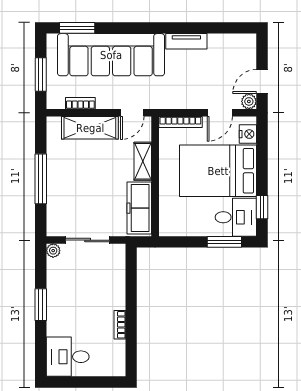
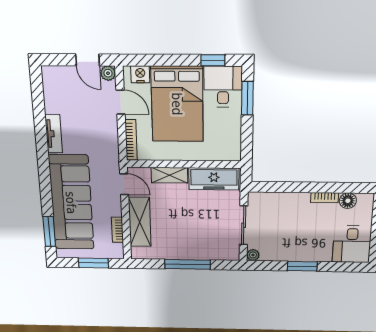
floor lamp: (117, 349) -> (348, 201), added

